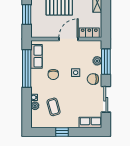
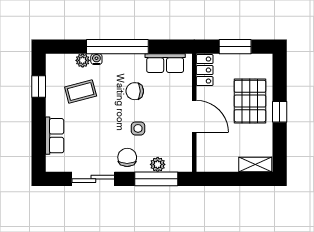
locker: (89, 33) -> (205, 70), moved
window: (27, 68) -> (117, 47), moved
row of seats: (90, 122) -> (55, 136), moved
window: (62, 132) -> (39, 87), moved

